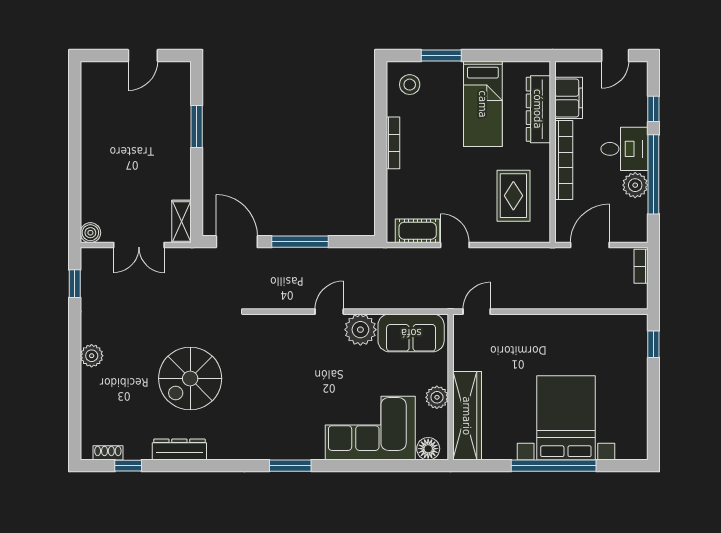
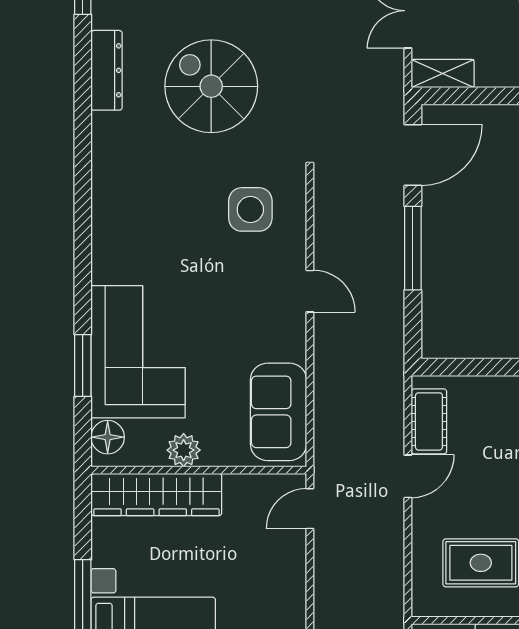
door: (477, 312) -> (310, 509), swing flipped
plant: (360, 330) -> (283, 337), removed
side table: (274, 352) -> (250, 209), added
window: (290, 466) -> (83, 365), moved

